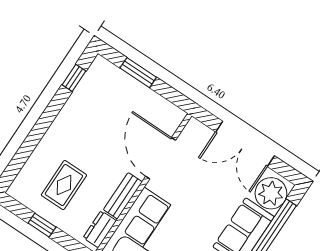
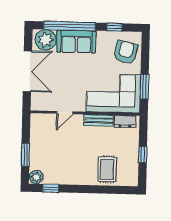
plant: (100, 68) -> (36, 177), added
door: (161, 158) -> (65, 113), width x0.53
rug: (64, 185) -> (107, 169), moved, turned 90

